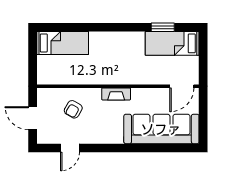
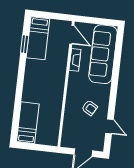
fireplace: (116, 94) -> (75, 60), moved
armchair: (73, 109) -> (90, 108), moved

